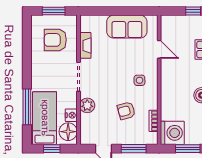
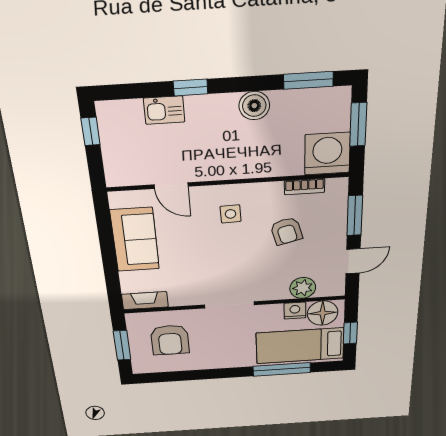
fireplace: (85, 45) -> (145, 301), moved
door: (159, 49) -> (171, 186), swing flipped
plant: (87, 105) -> (303, 288), moved

